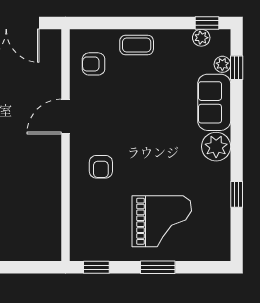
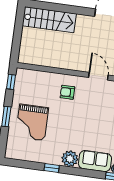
window: (237, 194) -> (52, 168), moved

